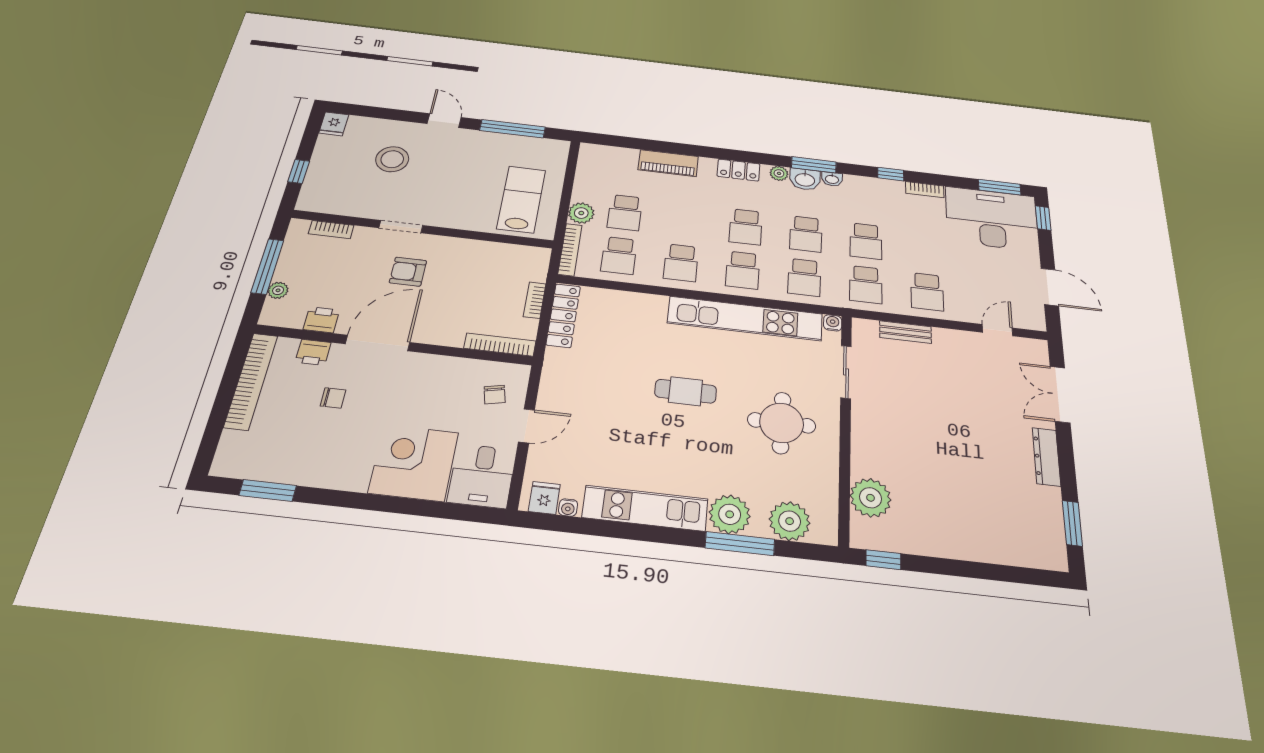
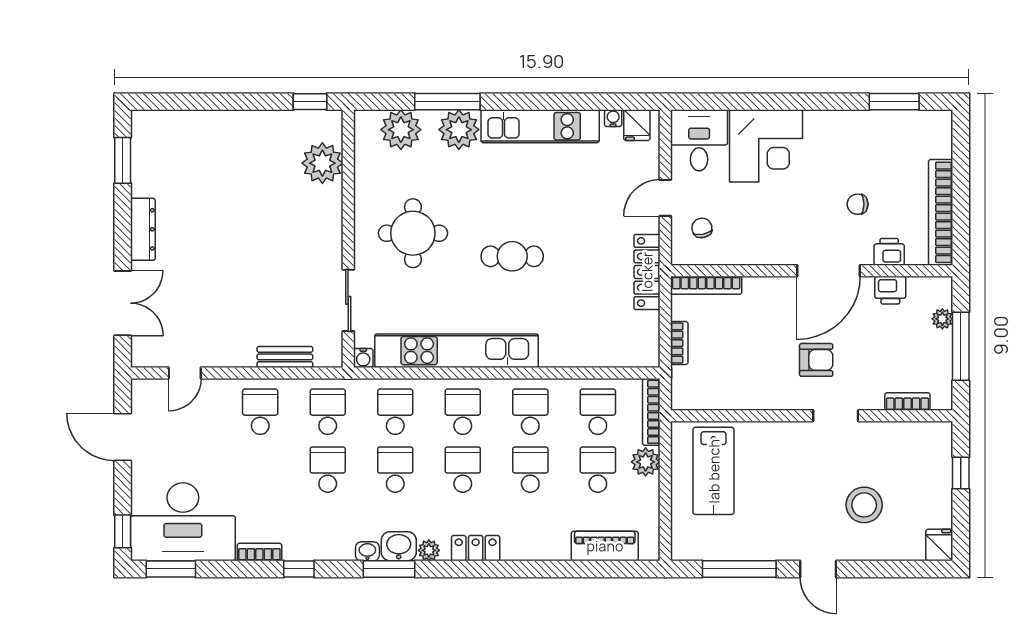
piano: (668, 163) -> (605, 546), moved
school desk: (685, 220) -> (530, 470), added
locker: (563, 315) -> (647, 272), moved

